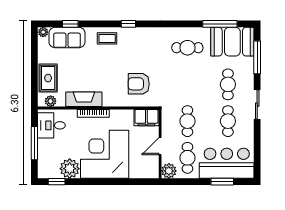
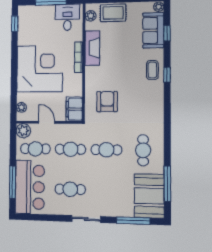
window: (128, 24) -> (167, 75), moved
cafe table: (228, 84) -> (106, 150), moved
plant: (70, 169) -> (21, 107), moved, width x0.53, depth x0.53
window: (222, 182) -> (13, 182), width x1.44

